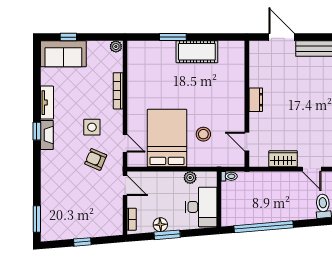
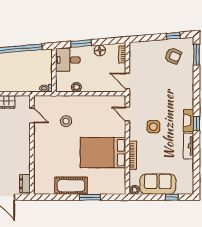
sofa: (63, 54) -> (158, 184), moved
dresser: (256, 100) -> (25, 184), moved
bed: (167, 138) -> (103, 153), moved, turned 90
armchair: (96, 159) -> (173, 56), moved
desk: (201, 207) -> (68, 60), width x0.73
window: (167, 235) -> (81, 43), moved
window: (82, 242) -> (173, 36), moved

